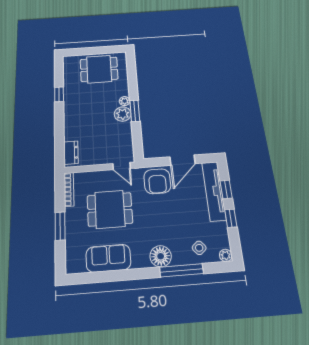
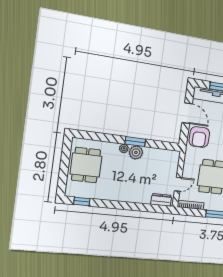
window: (59, 94) -> (82, 201), moved
door: (122, 166) -> (178, 184), moved
armchair: (157, 181) -> (199, 137), turned 90

